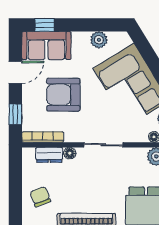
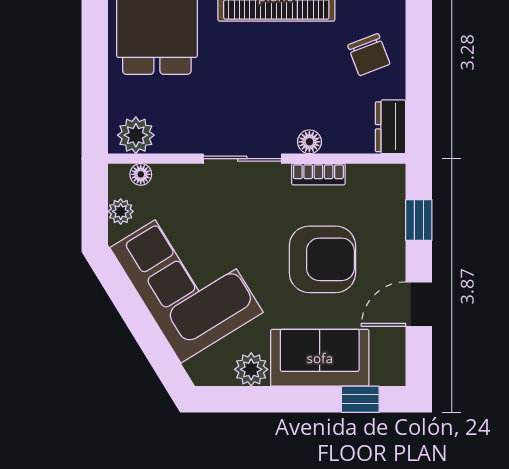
sofa: (46, 46) -> (320, 358), moved
bookcase: (43, 137) -> (318, 174), moved, width x0.64
dresser: (49, 155) -> (391, 127), moved, turned -90

